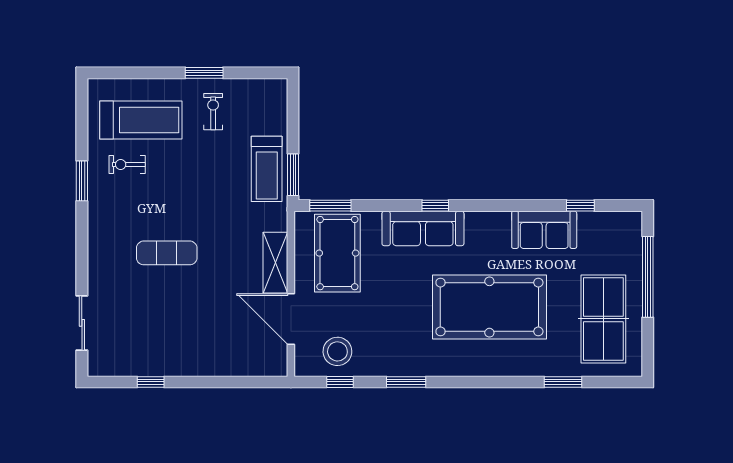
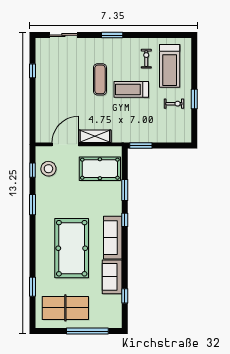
treadmill: (267, 169) -> (131, 89), moved
window: (82, 181) -> (112, 35), moved
window: (330, 206) -> (125, 190), moved
sofa: (423, 228) -> (113, 238), moved

